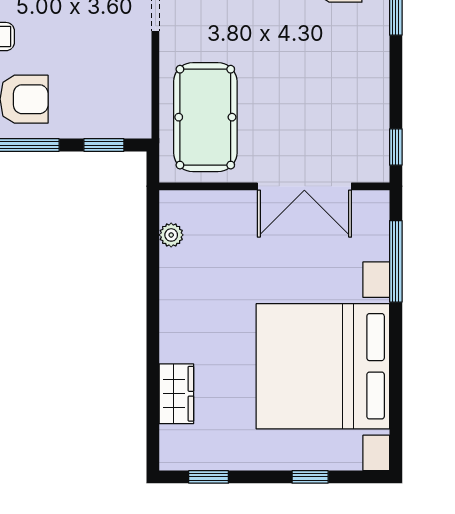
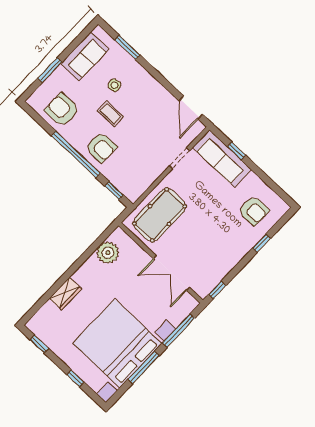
plant: (171, 235) -> (108, 253), width x1.88, depth x1.88
window: (396, 365) -> (144, 367), added
wardrobe: (176, 394) -> (65, 294), moved

